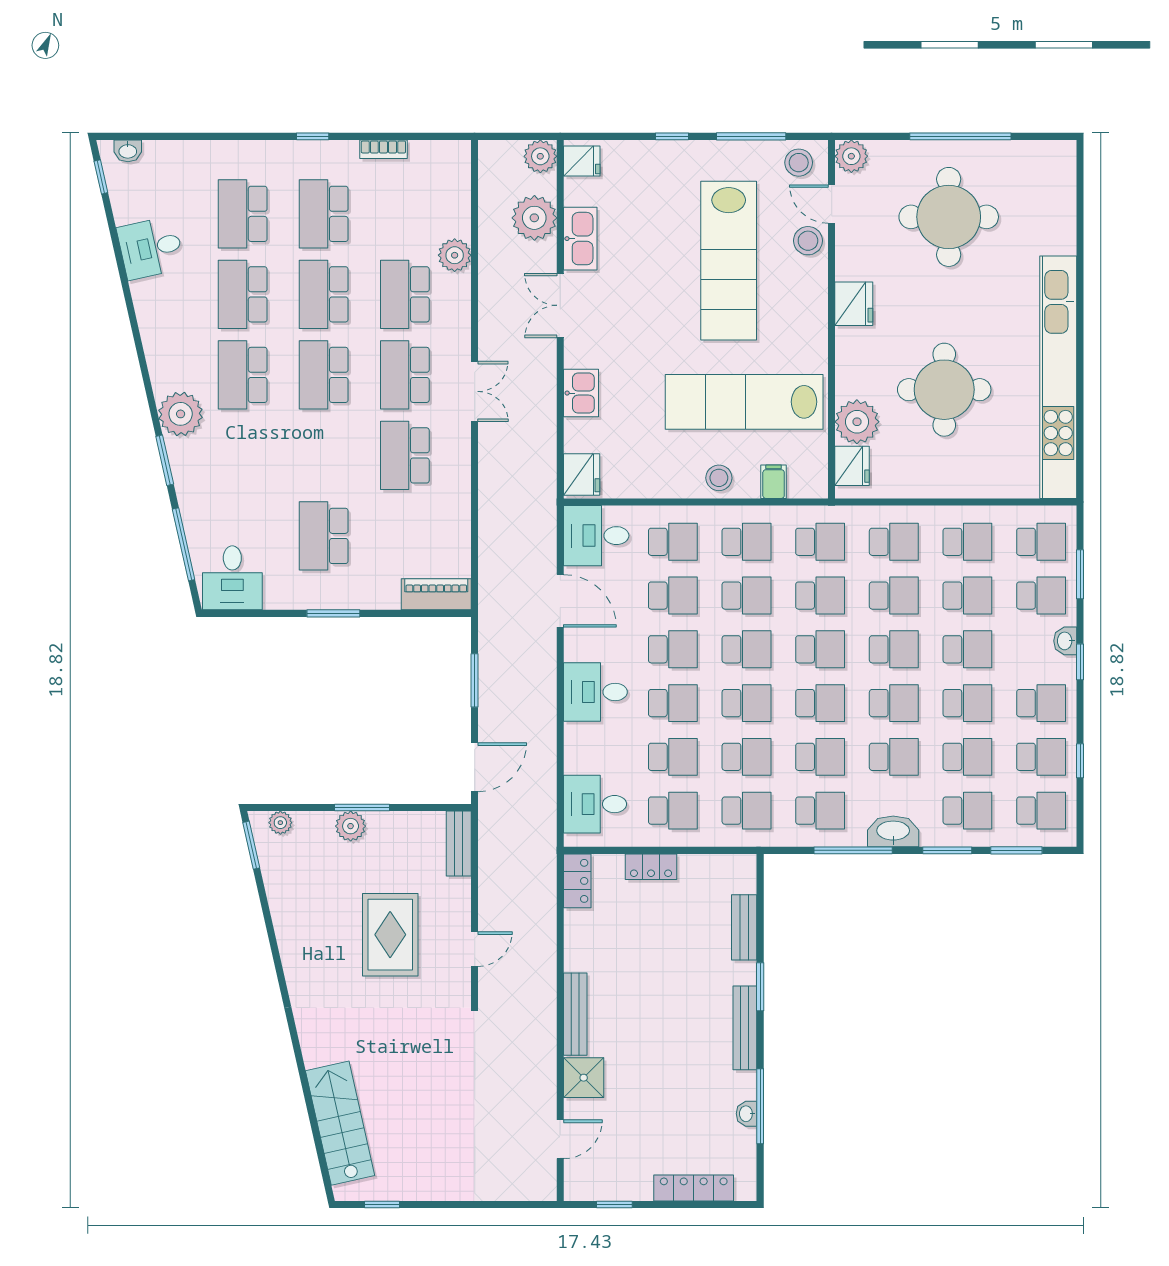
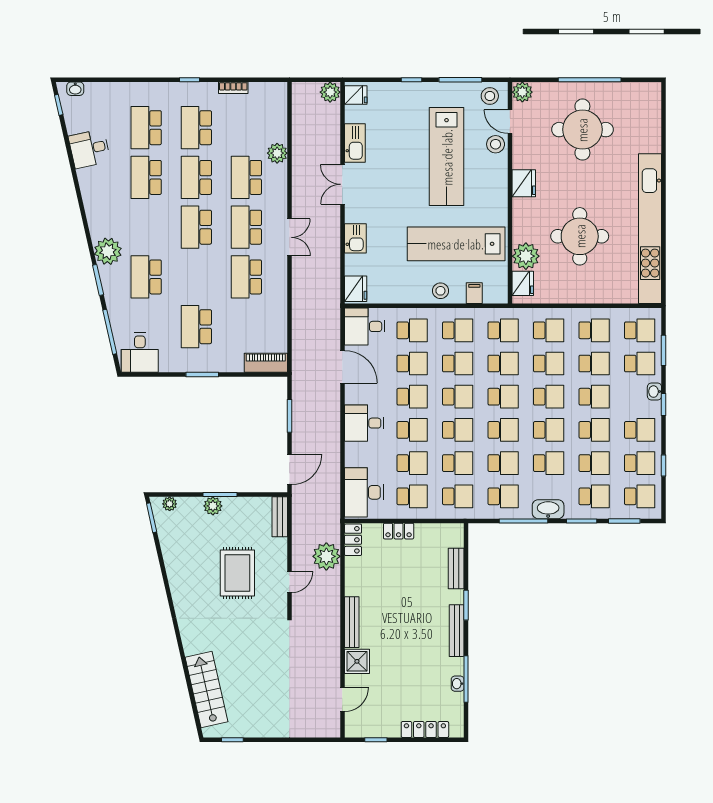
plant: (534, 218) -> (326, 556), moved
school desk: (243, 375) -> (146, 277), moved
desk: (595, 804) -> (364, 492), width x1.37

